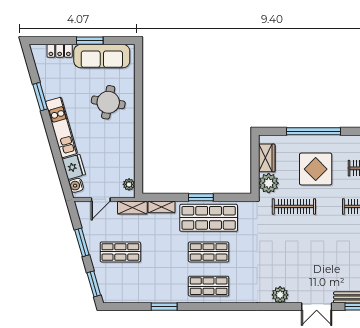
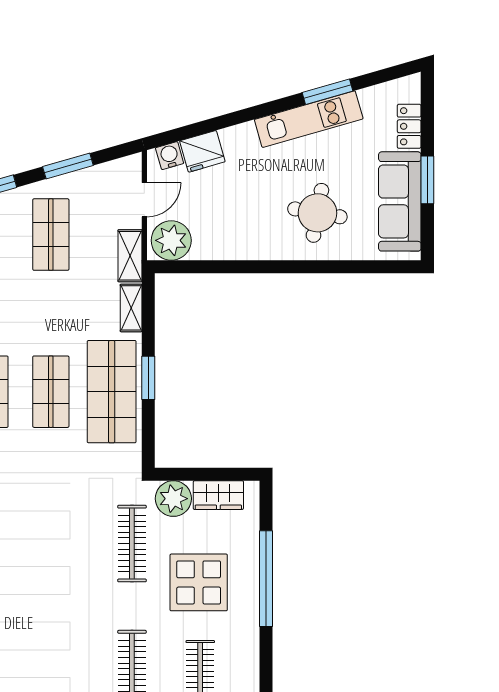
kitchen unit: (61, 127) -> (309, 119), moved
plant: (129, 184) -> (171, 240), width x1.87, depth x1.87
door: (101, 199) -> (144, 200), swing flipped

